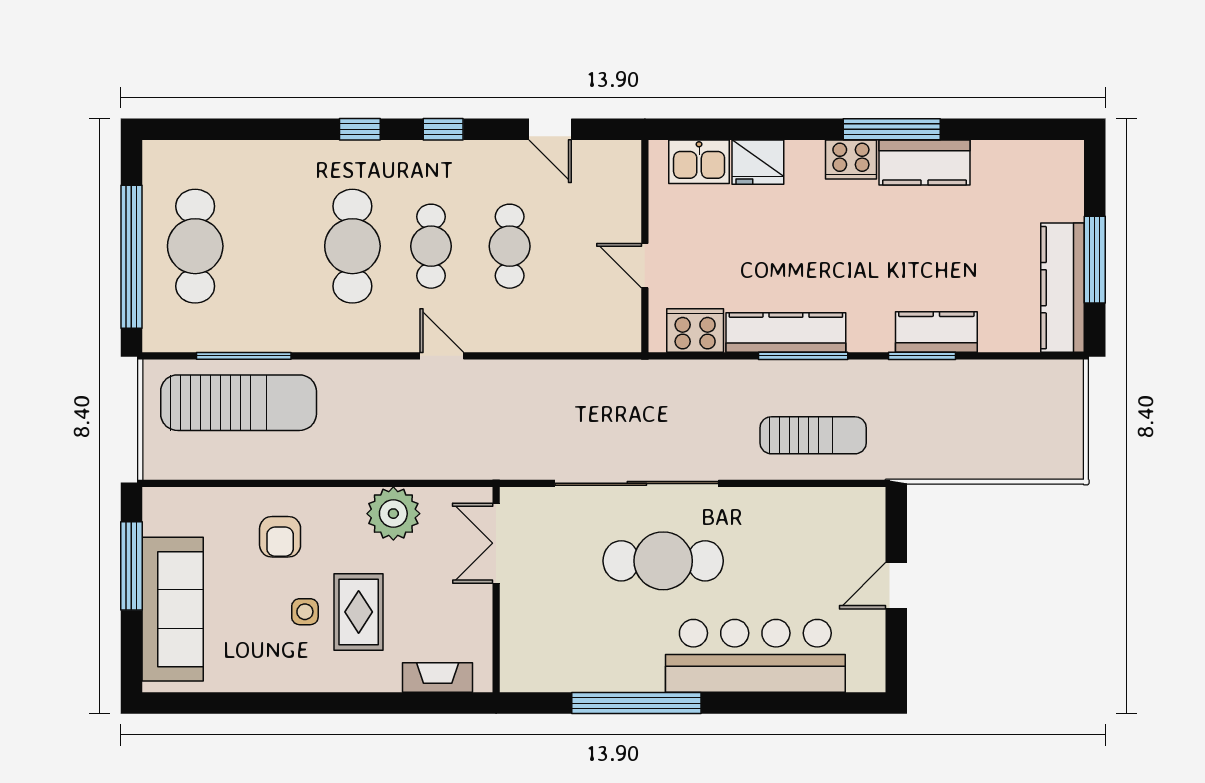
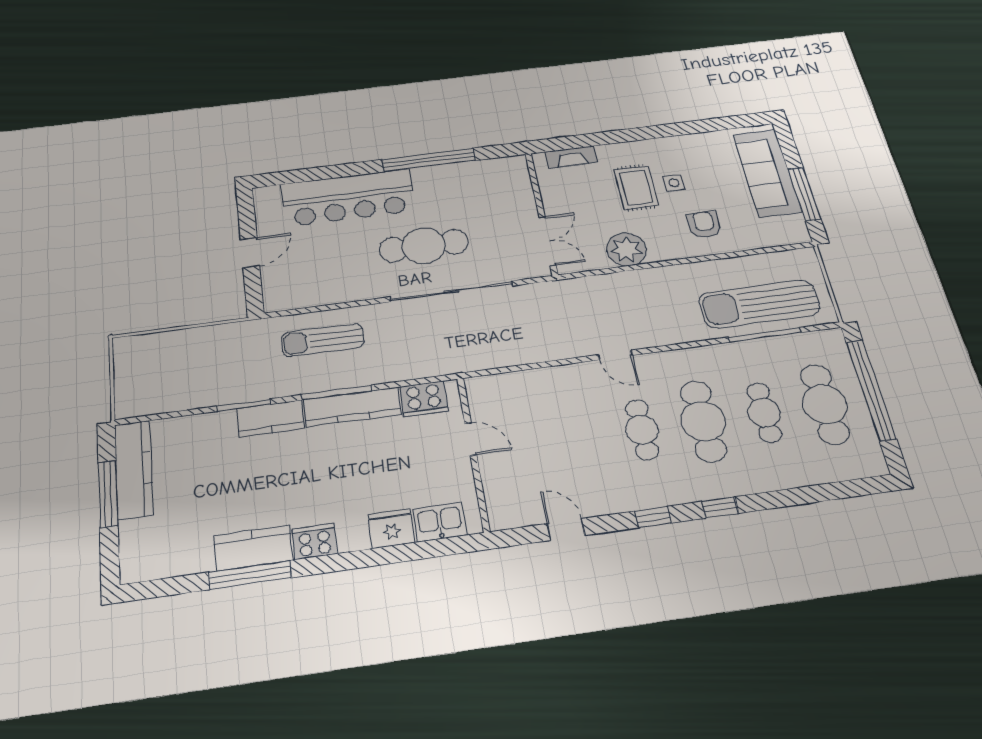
window: (892, 129) -> (250, 575), moved
cafe table: (510, 246) -> (764, 413), moved
kitchen counter: (936, 332) -> (271, 418), moved

